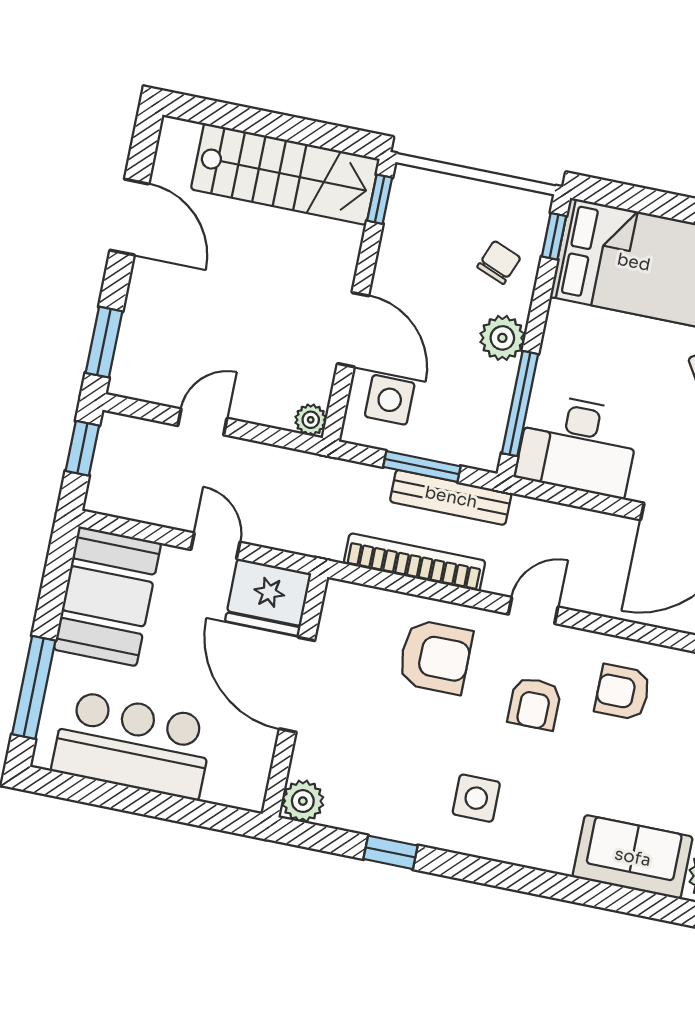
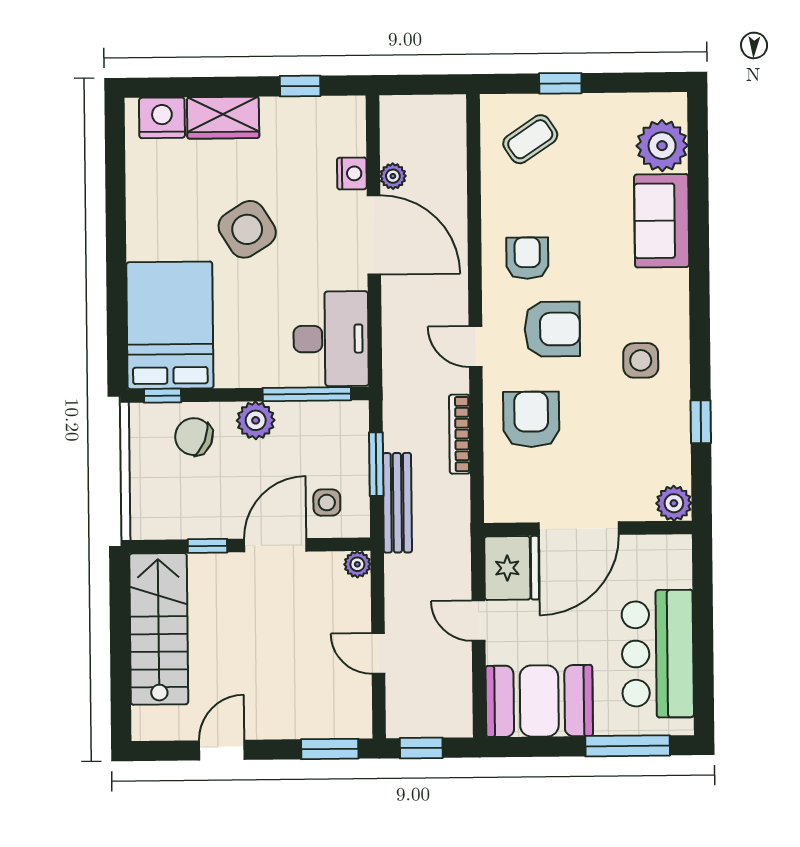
window: (380, 199) -> (207, 546), moved
door: (129, 217) -> (222, 750), width x0.73
chair: (499, 262) -> (194, 437), width x1.37, depth x1.37
side table: (390, 400) -> (327, 503), width x0.73, depth x0.73
bench: (451, 497) -> (397, 503), moved
door: (215, 546) -> (478, 621), hinge flipped
bookcase: (415, 562) -> (460, 434), width x0.68, depth x0.76
armchair: (623, 692) -> (527, 258), turned 180
armchair: (534, 704) -> (552, 329), width x1.38, depth x1.38

